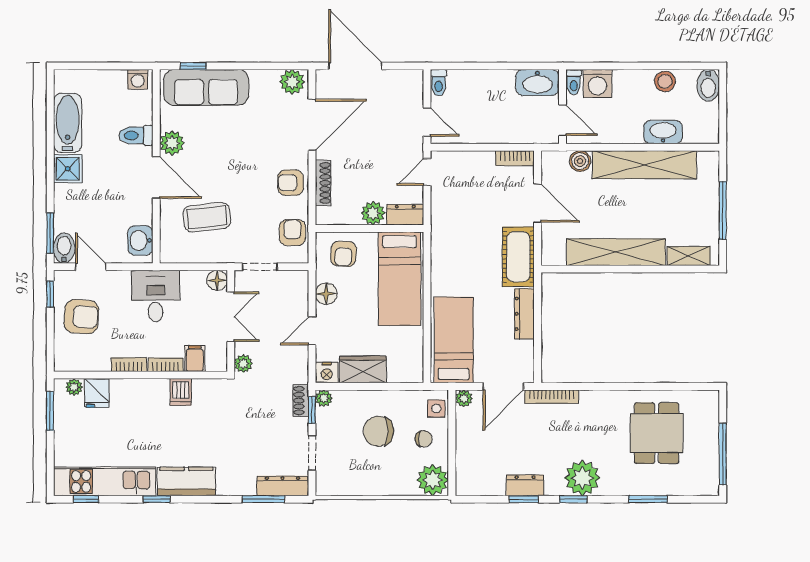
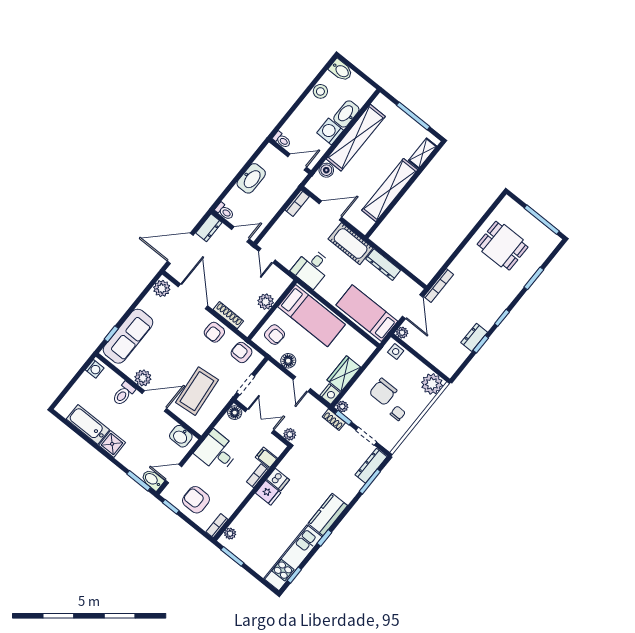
washbasin: (537, 83) -> (251, 178), moved
washing machine: (597, 83) -> (330, 132), moved, turned 180
dresser: (405, 215) -> (209, 228), moved, turned 180
coffee table: (207, 217) -> (197, 391), width x1.36, depth x1.32
desk: (454, 235) -> (312, 268), added
armchair: (81, 317) -> (196, 500), turned -94
bookcase: (129, 365) -> (217, 526), moved
fridge: (97, 393) -> (268, 493), moved
chair: (424, 439) -> (398, 413), moved
plant: (582, 478) -> (495, 304), removed

